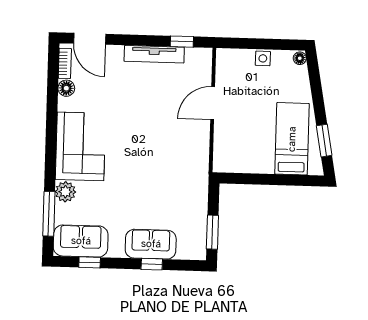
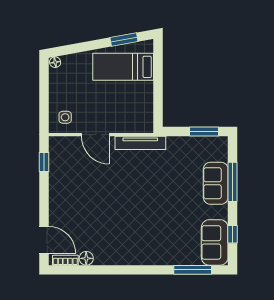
door: (90, 39) -> (44, 240), hinge flipped
tv unit: (154, 54) -> (140, 143), moved, turned 90
side table: (263, 58) -> (65, 117), moved
corner sofa: (81, 146) -> (135, 245), removed
plant: (65, 192) -> (174, 257), removed
window: (152, 264) -> (232, 182), width x2.17

